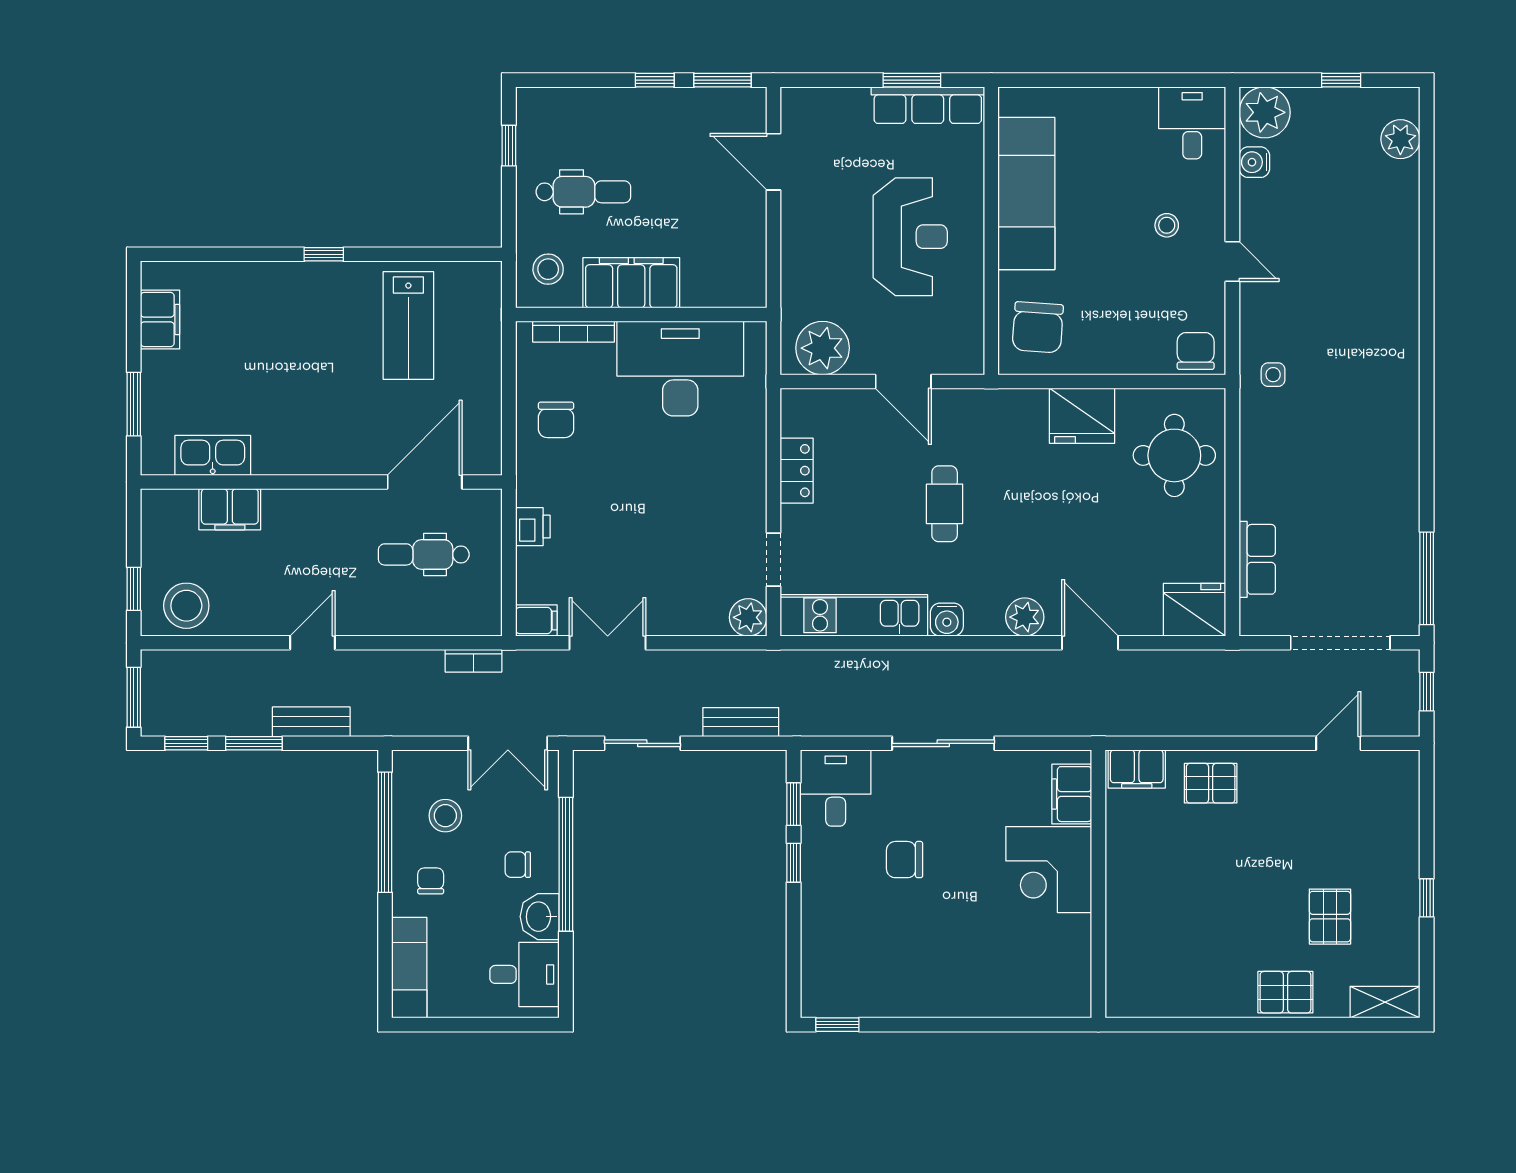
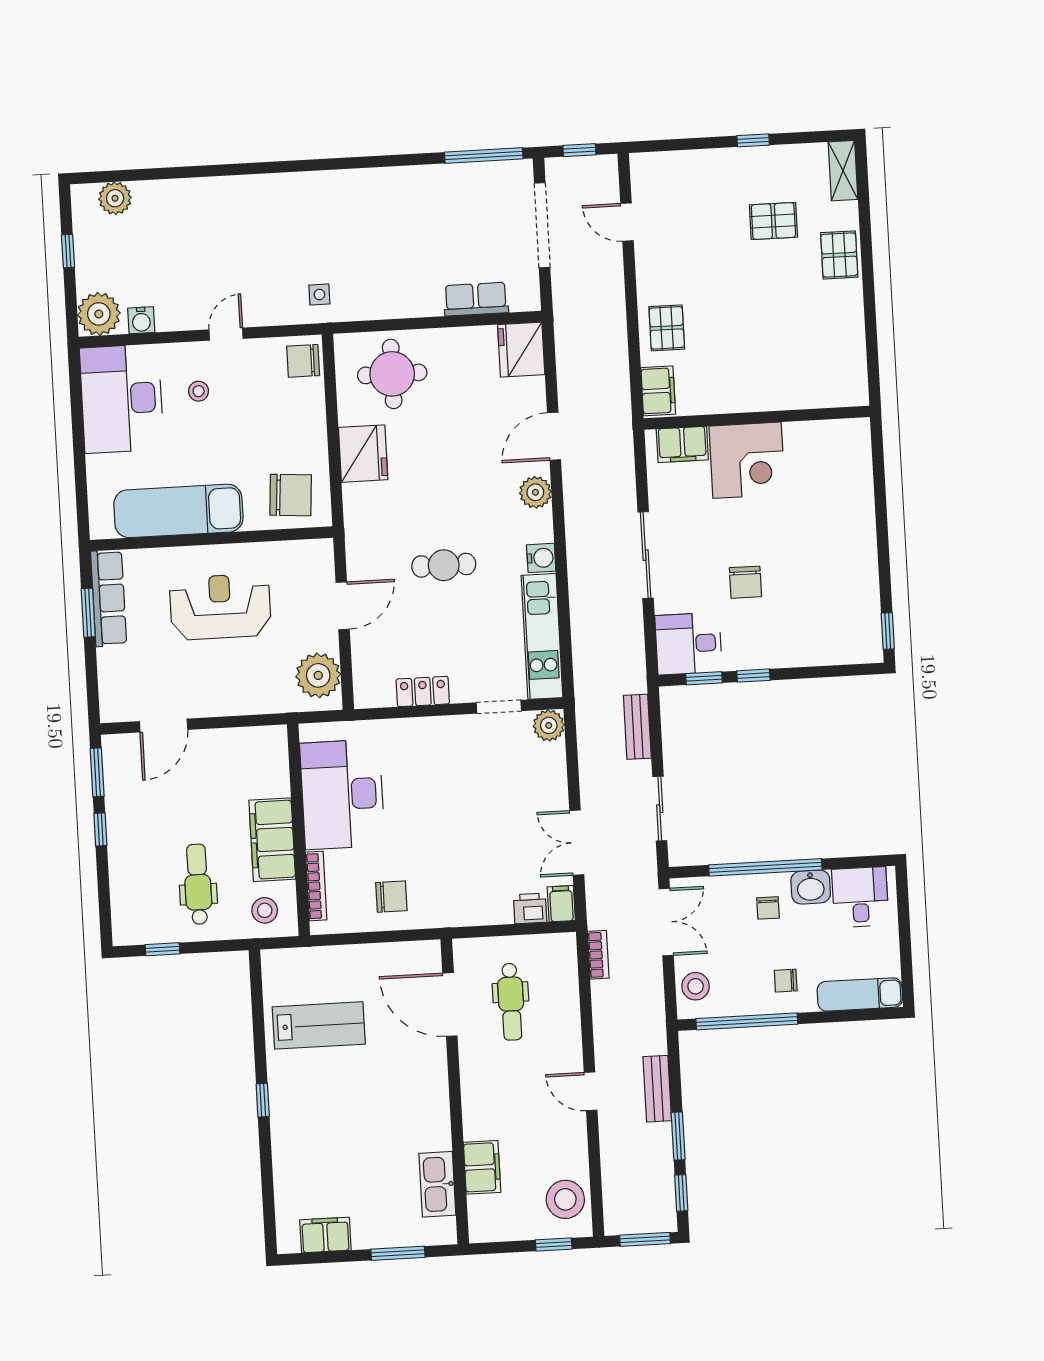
desk: (1192, 123) -> (122, 399), width x1.87, depth x1.30
printer: (533, 527) -> (530, 908), moved
stool: (445, 816) -> (696, 986), moved

